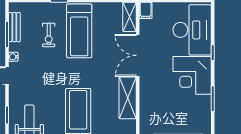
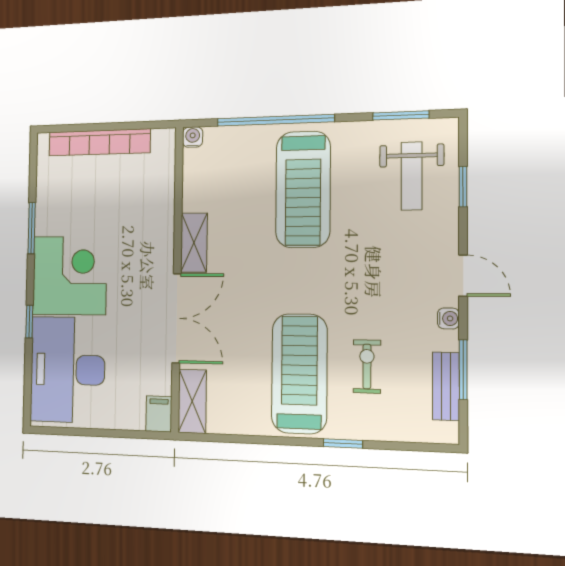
shelving: (128, 98) -> (194, 243), width x0.67, depth x0.75

